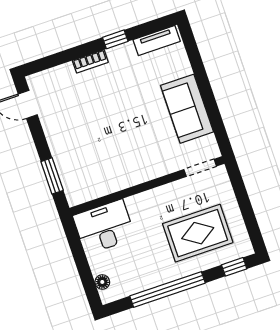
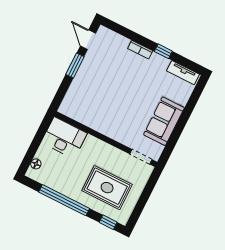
window: (52, 176) -> (75, 65), moved

